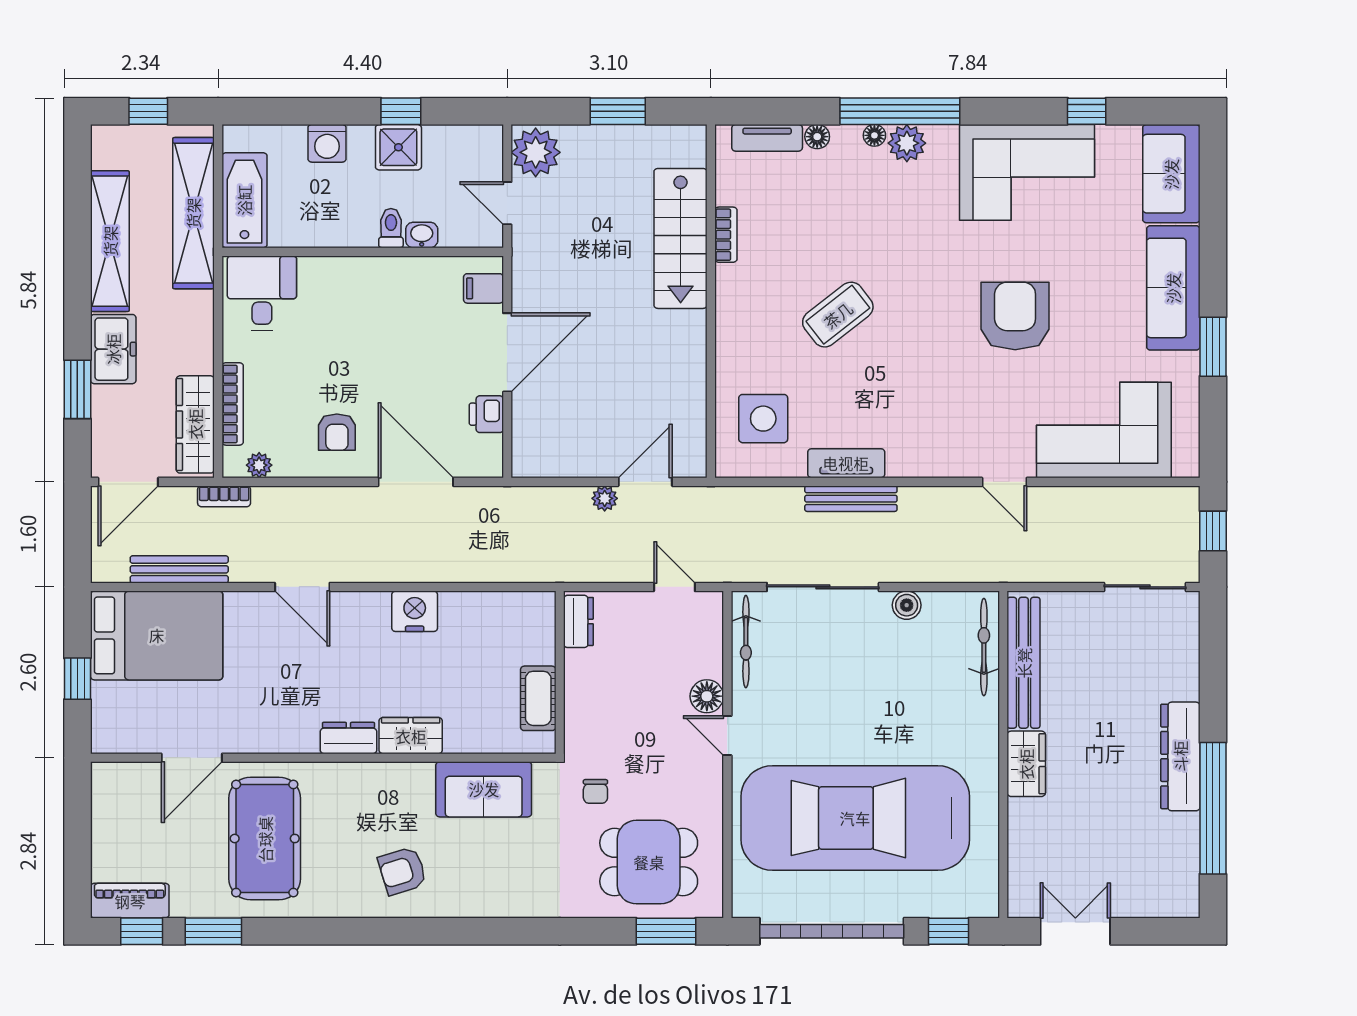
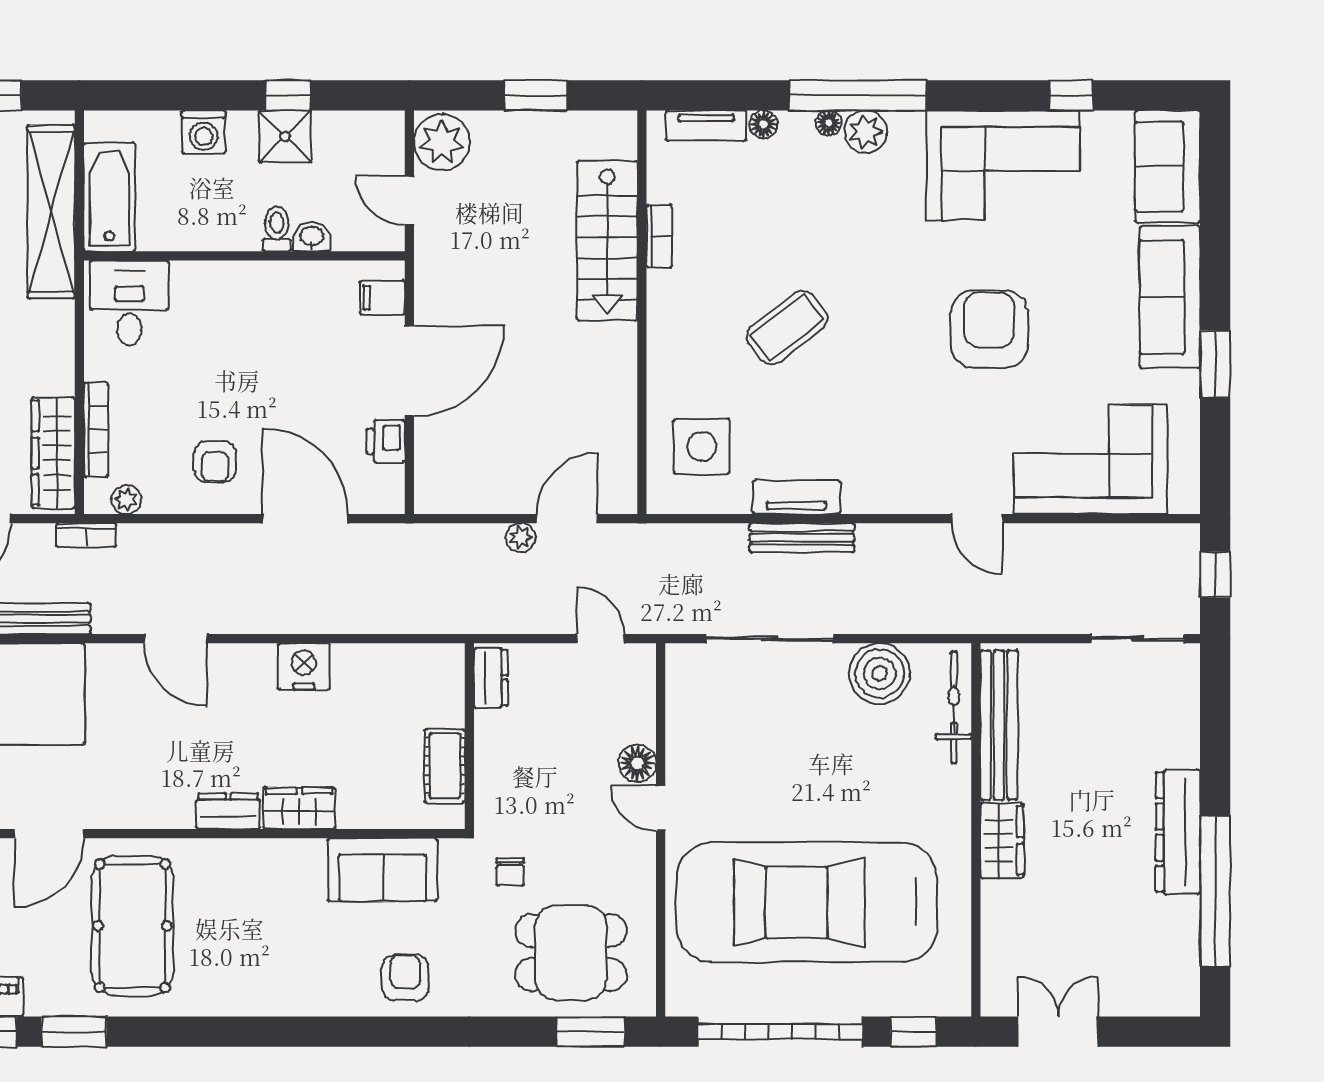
boiler: (907, 605) -> (880, 673), width x1.86, depth x1.86
bicycle: (746, 642) -> (682, 701), removed
armchair: (402, 871) -> (405, 978), moved, turned 107

